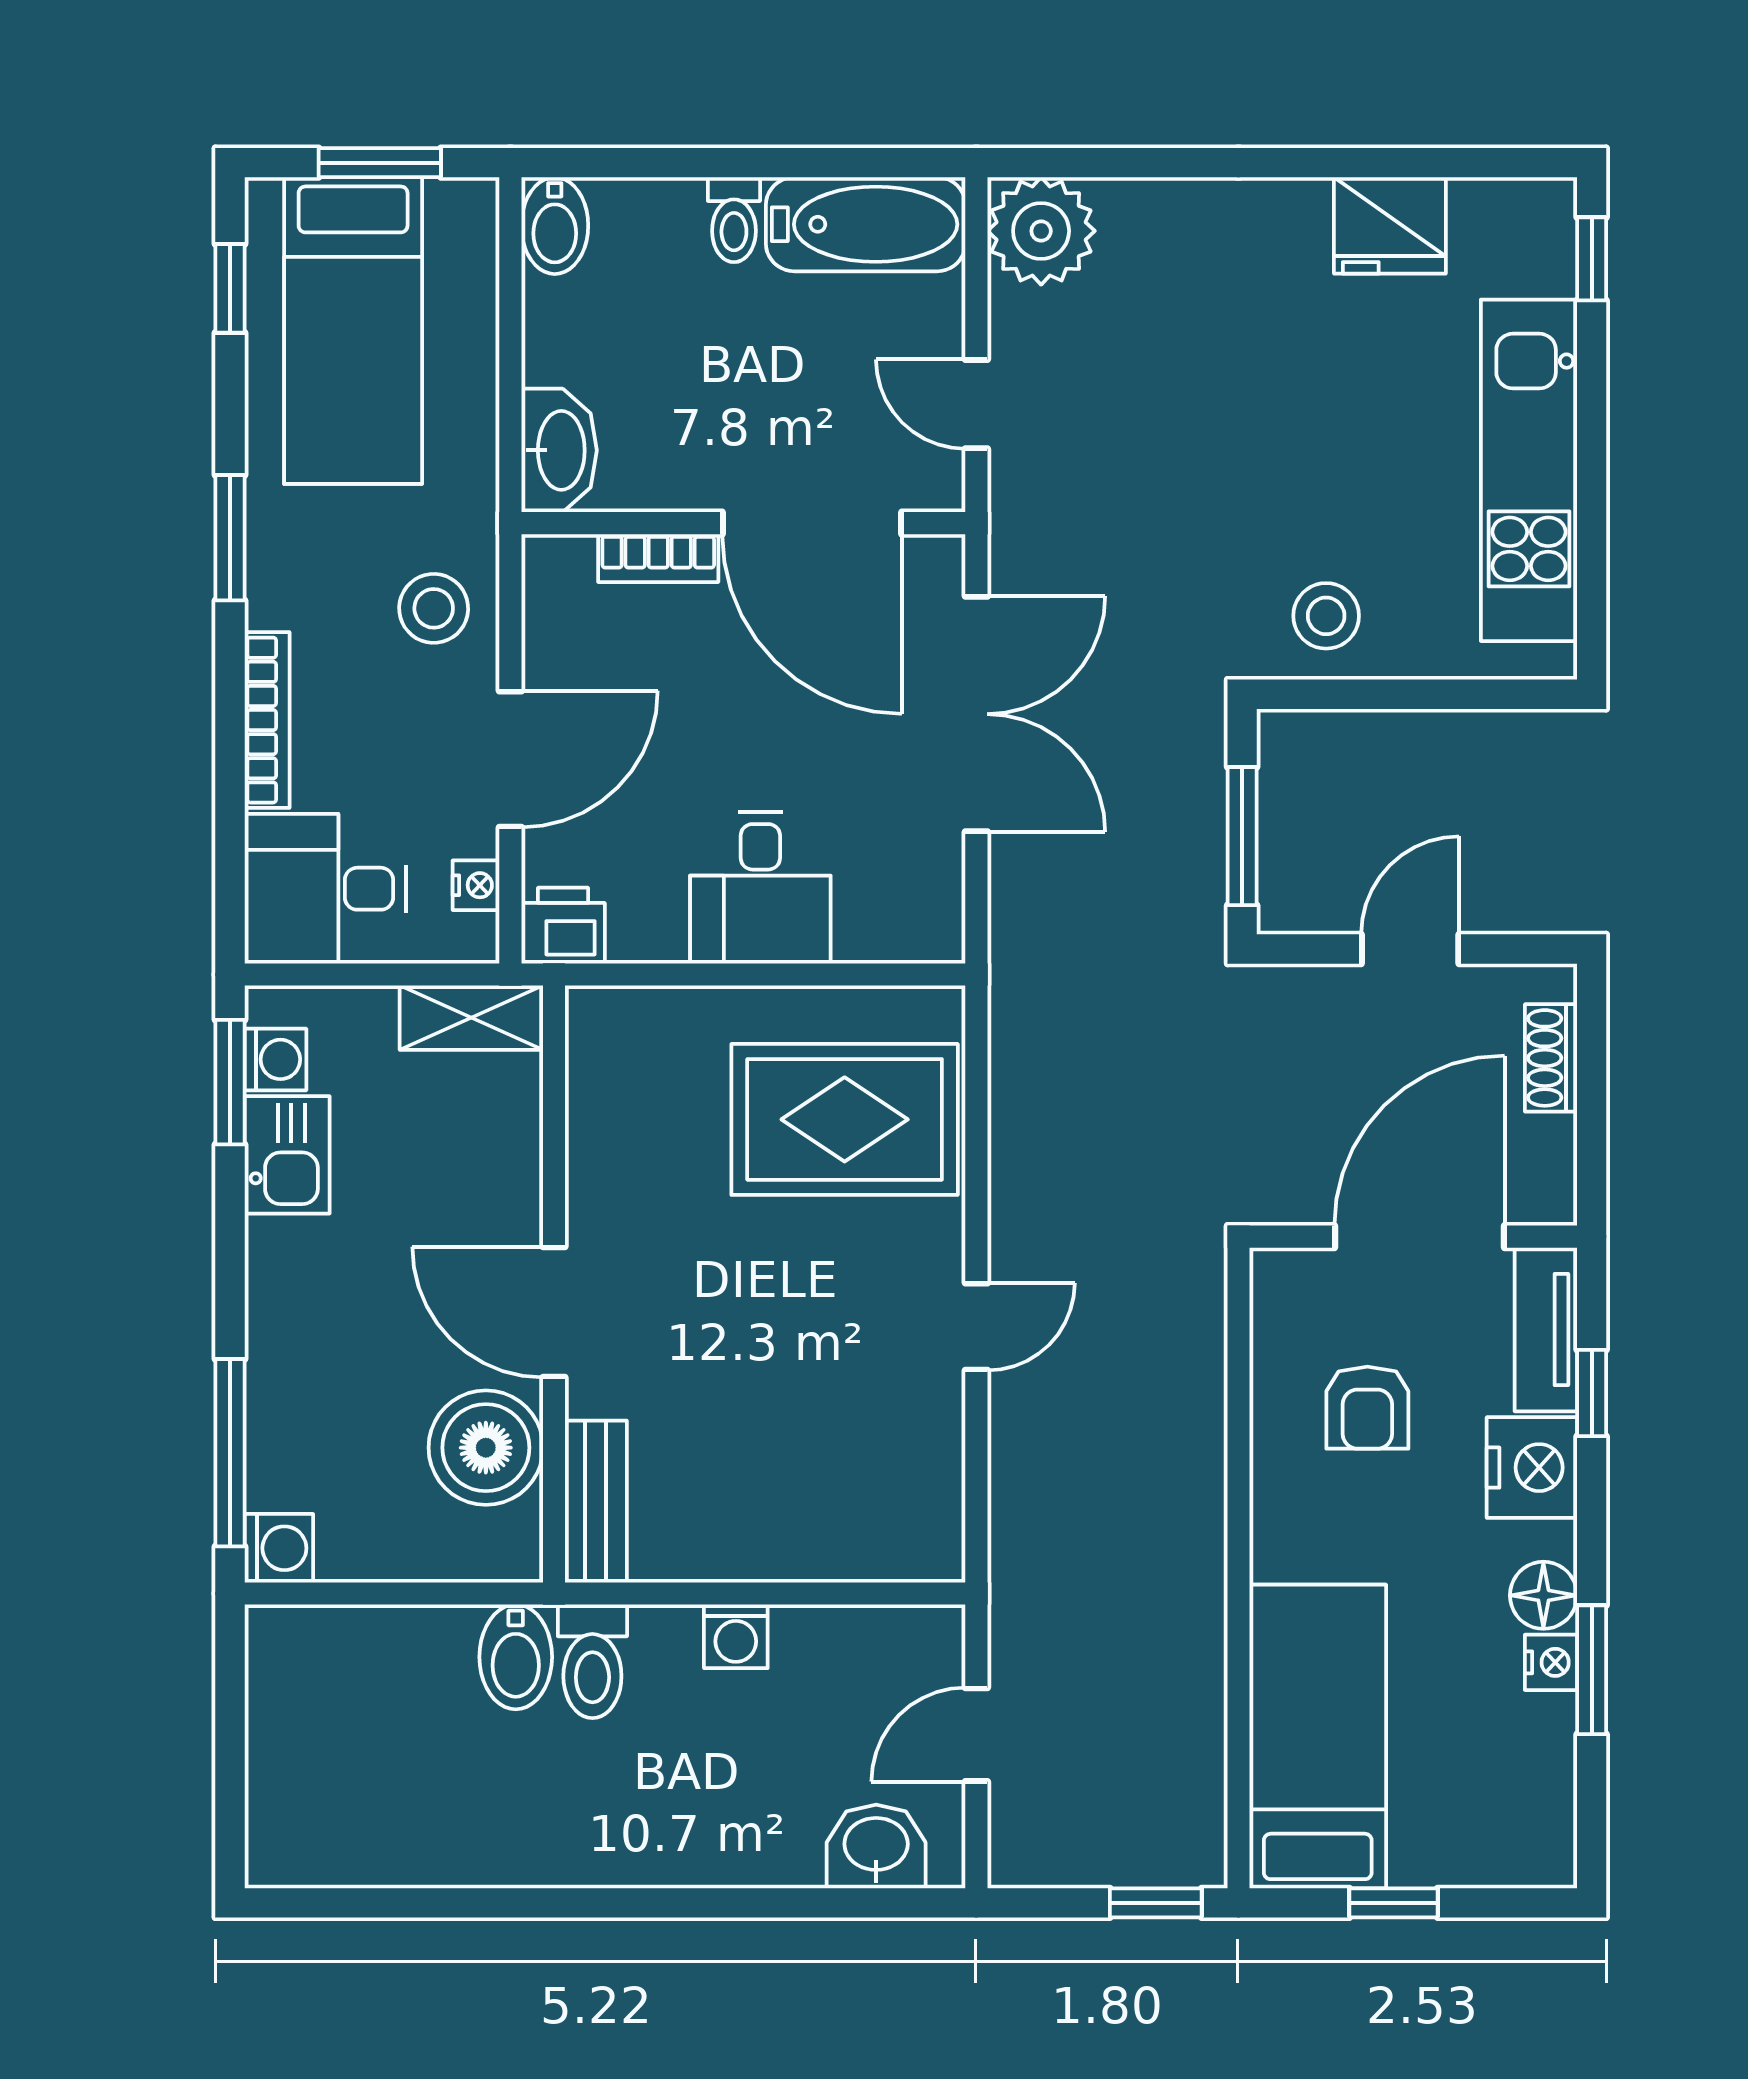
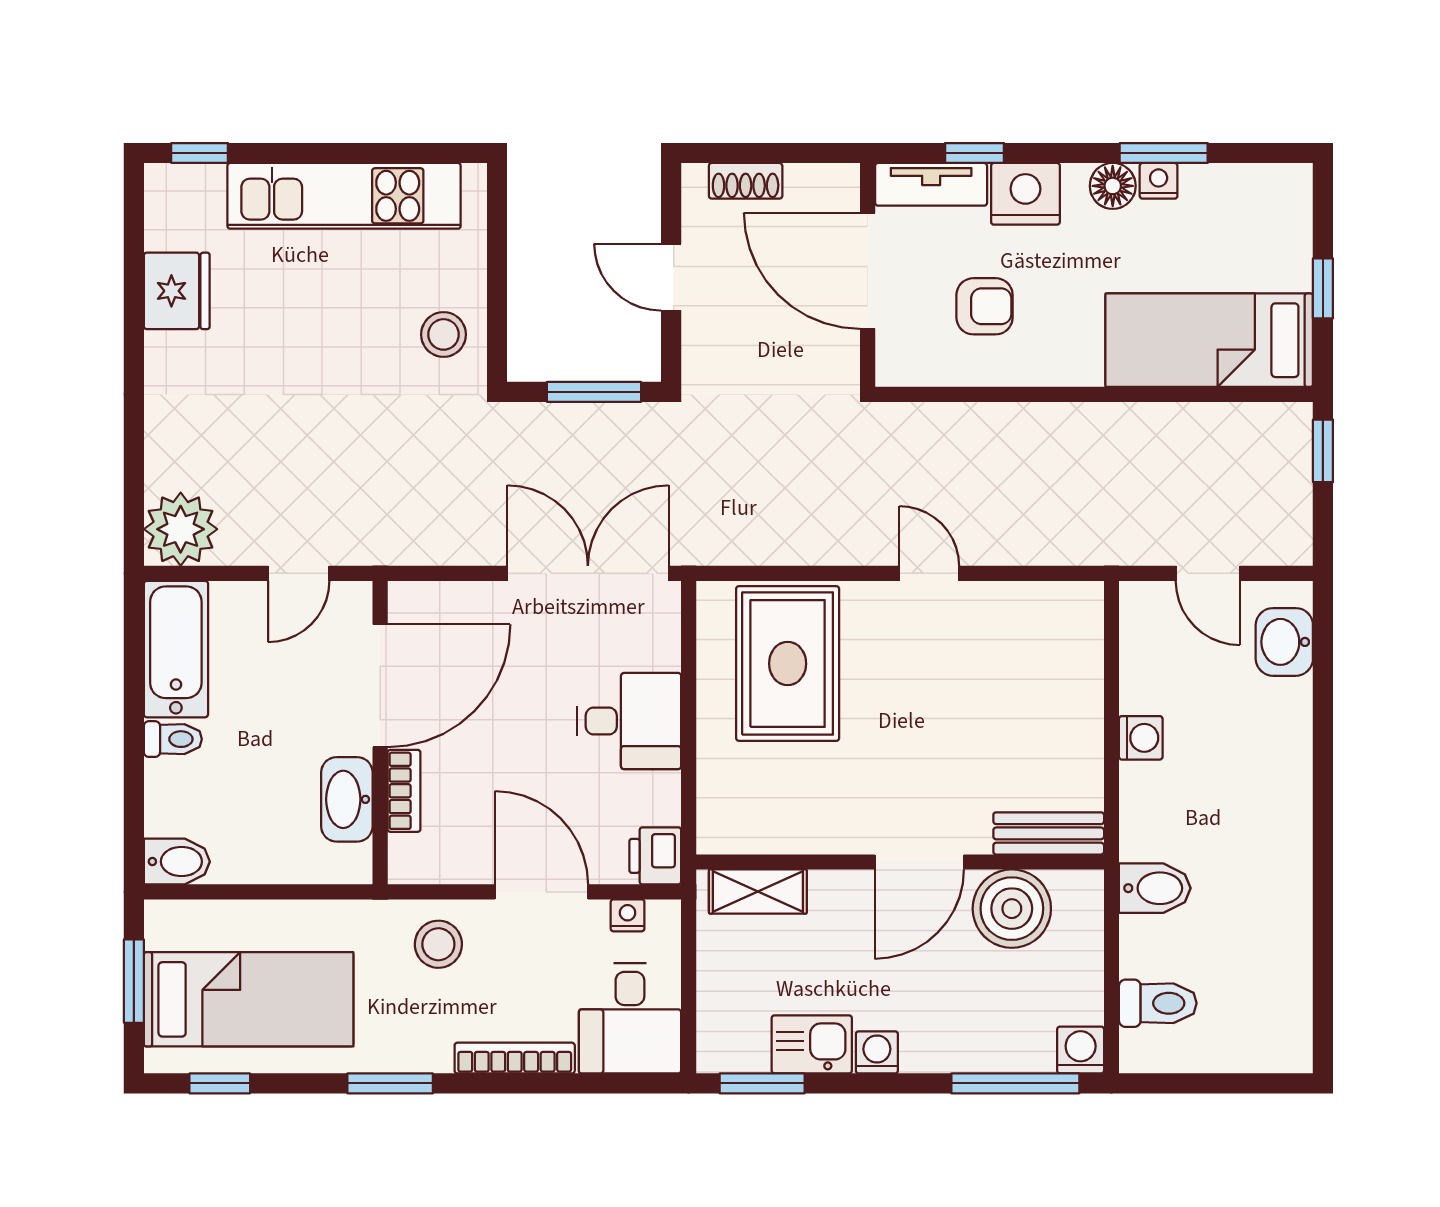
washbasin: (559, 450) -> (347, 799), moved, turned -90
double door: (976, 714) -> (588, 573), moved
shelving: (471, 1018) -> (758, 892), moved, turned 90
washing machine: (275, 1059) -> (877, 1052), moved
toilet: (592, 1661) -> (1158, 1003), moved

